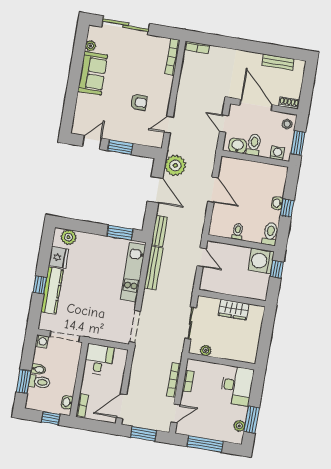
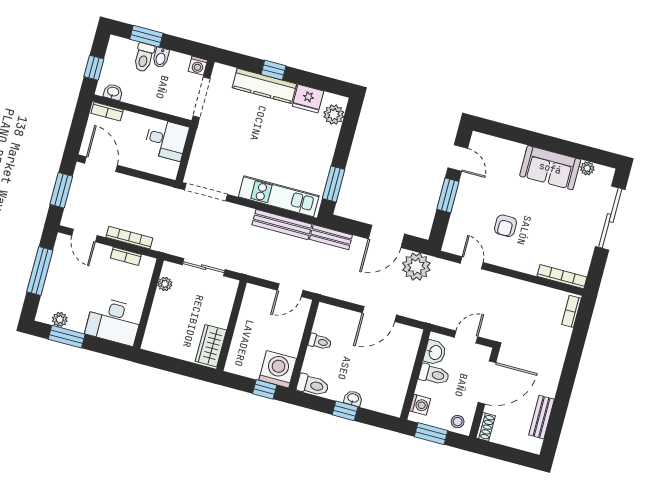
wardrobe: (233, 310) -> (211, 346), moved

